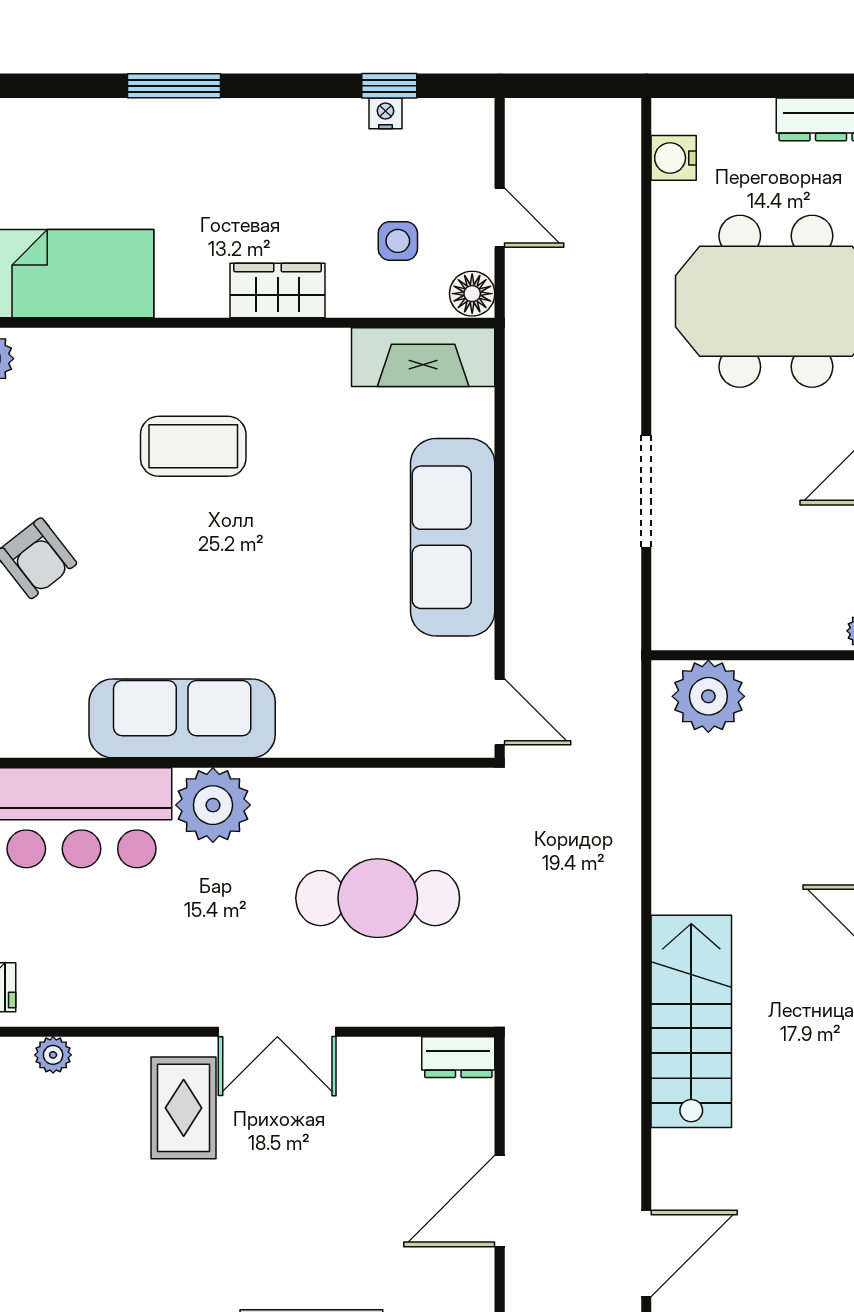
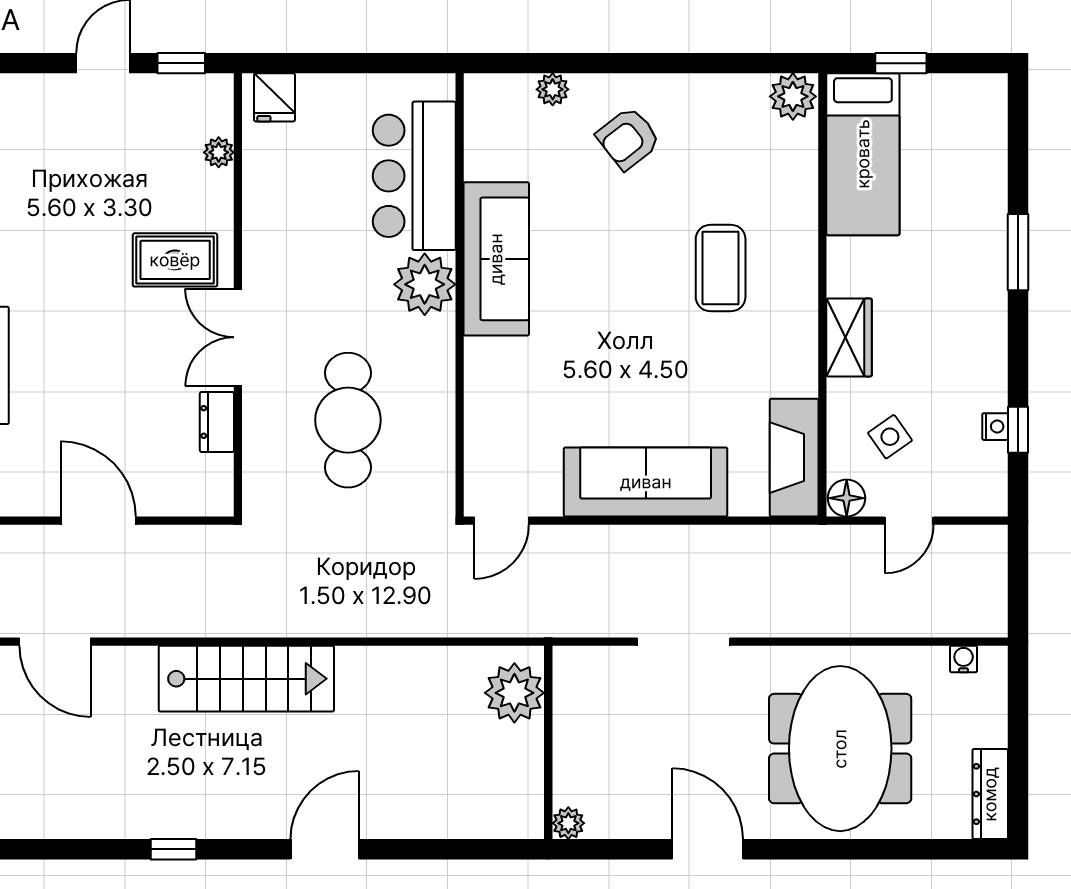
water cooler: (674, 158) -> (964, 659), width x0.72, depth x0.72
side table: (398, 241) -> (890, 437), turned -35
dresser: (458, 1057) -> (217, 422), moved

